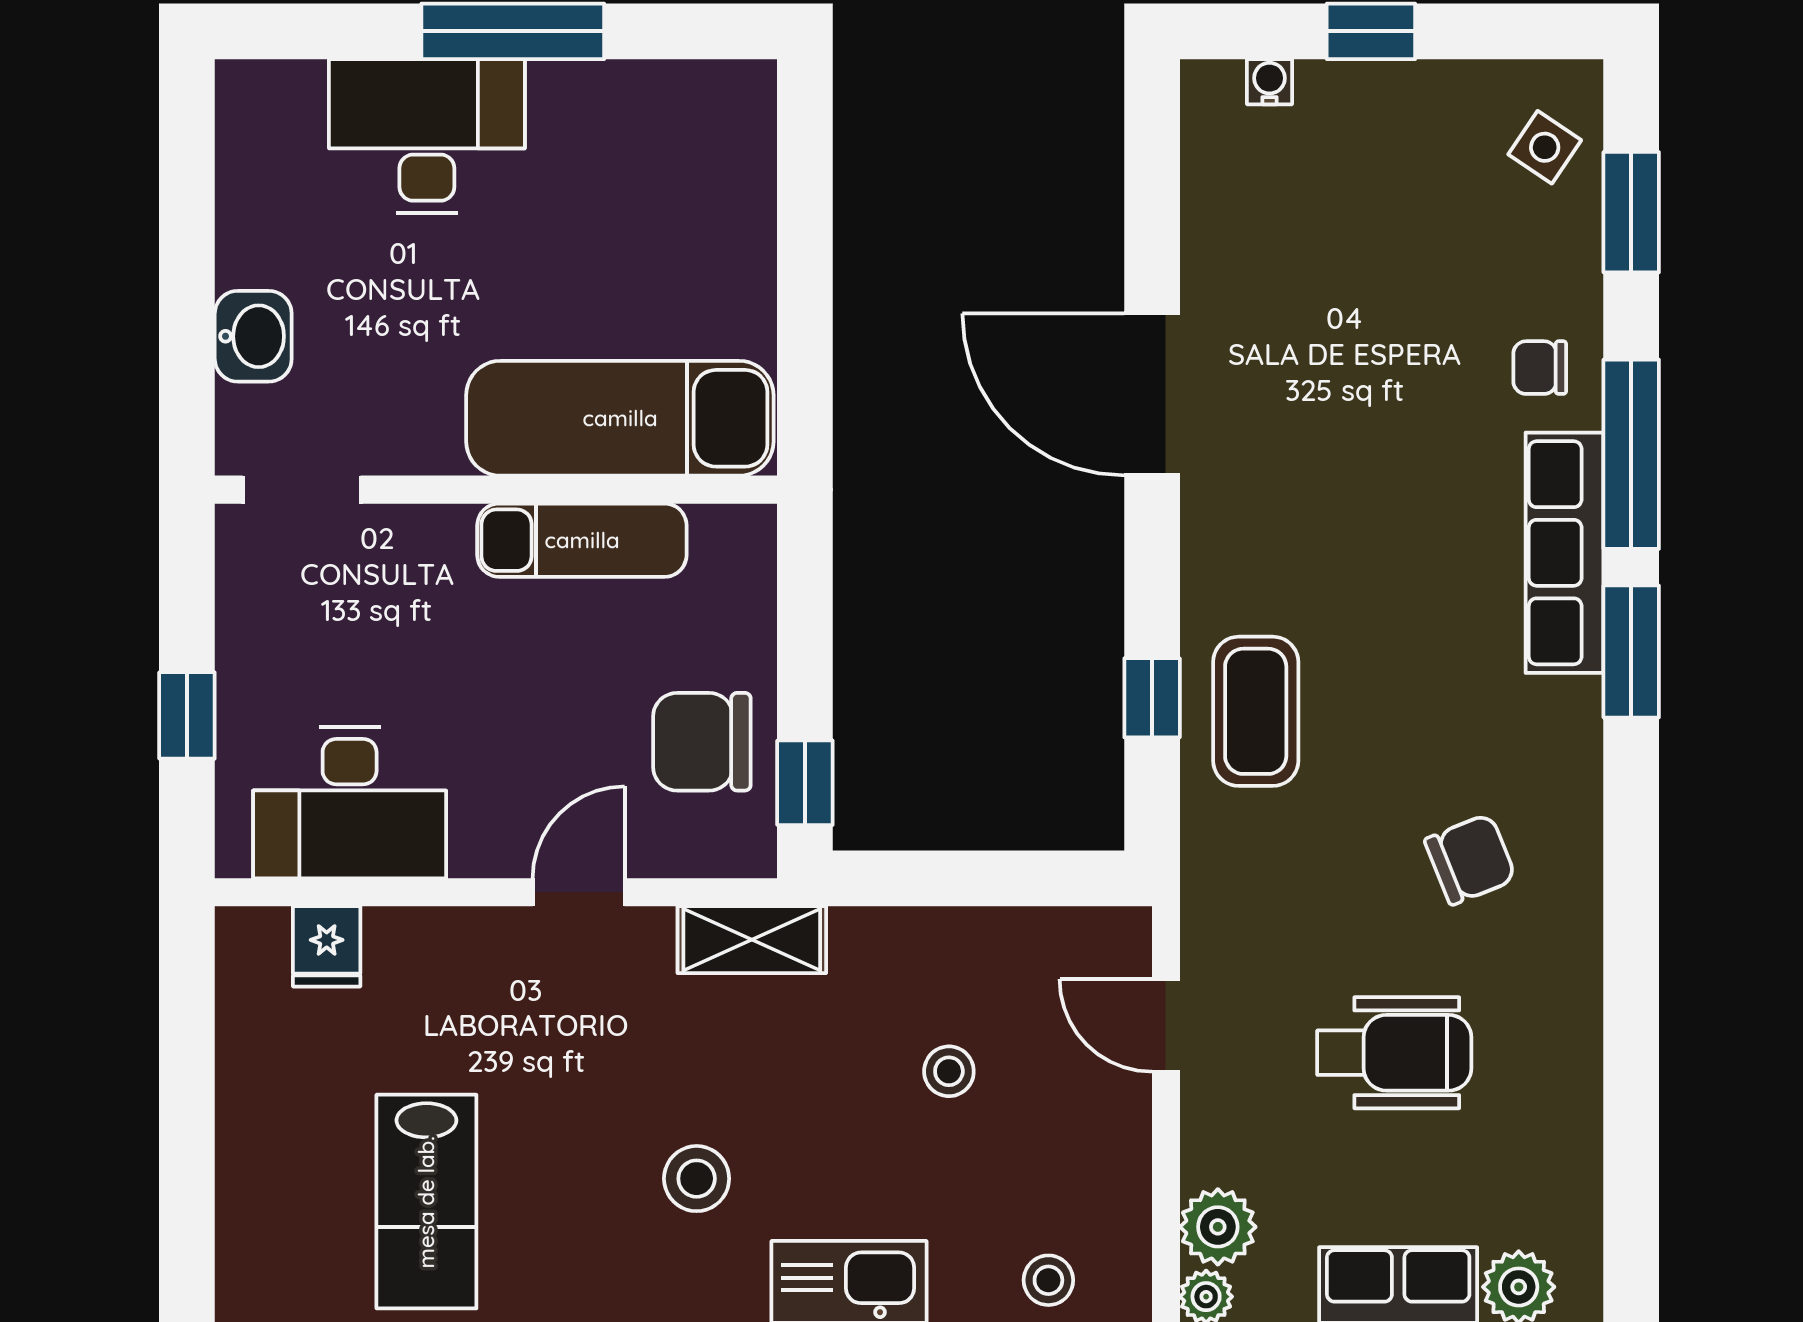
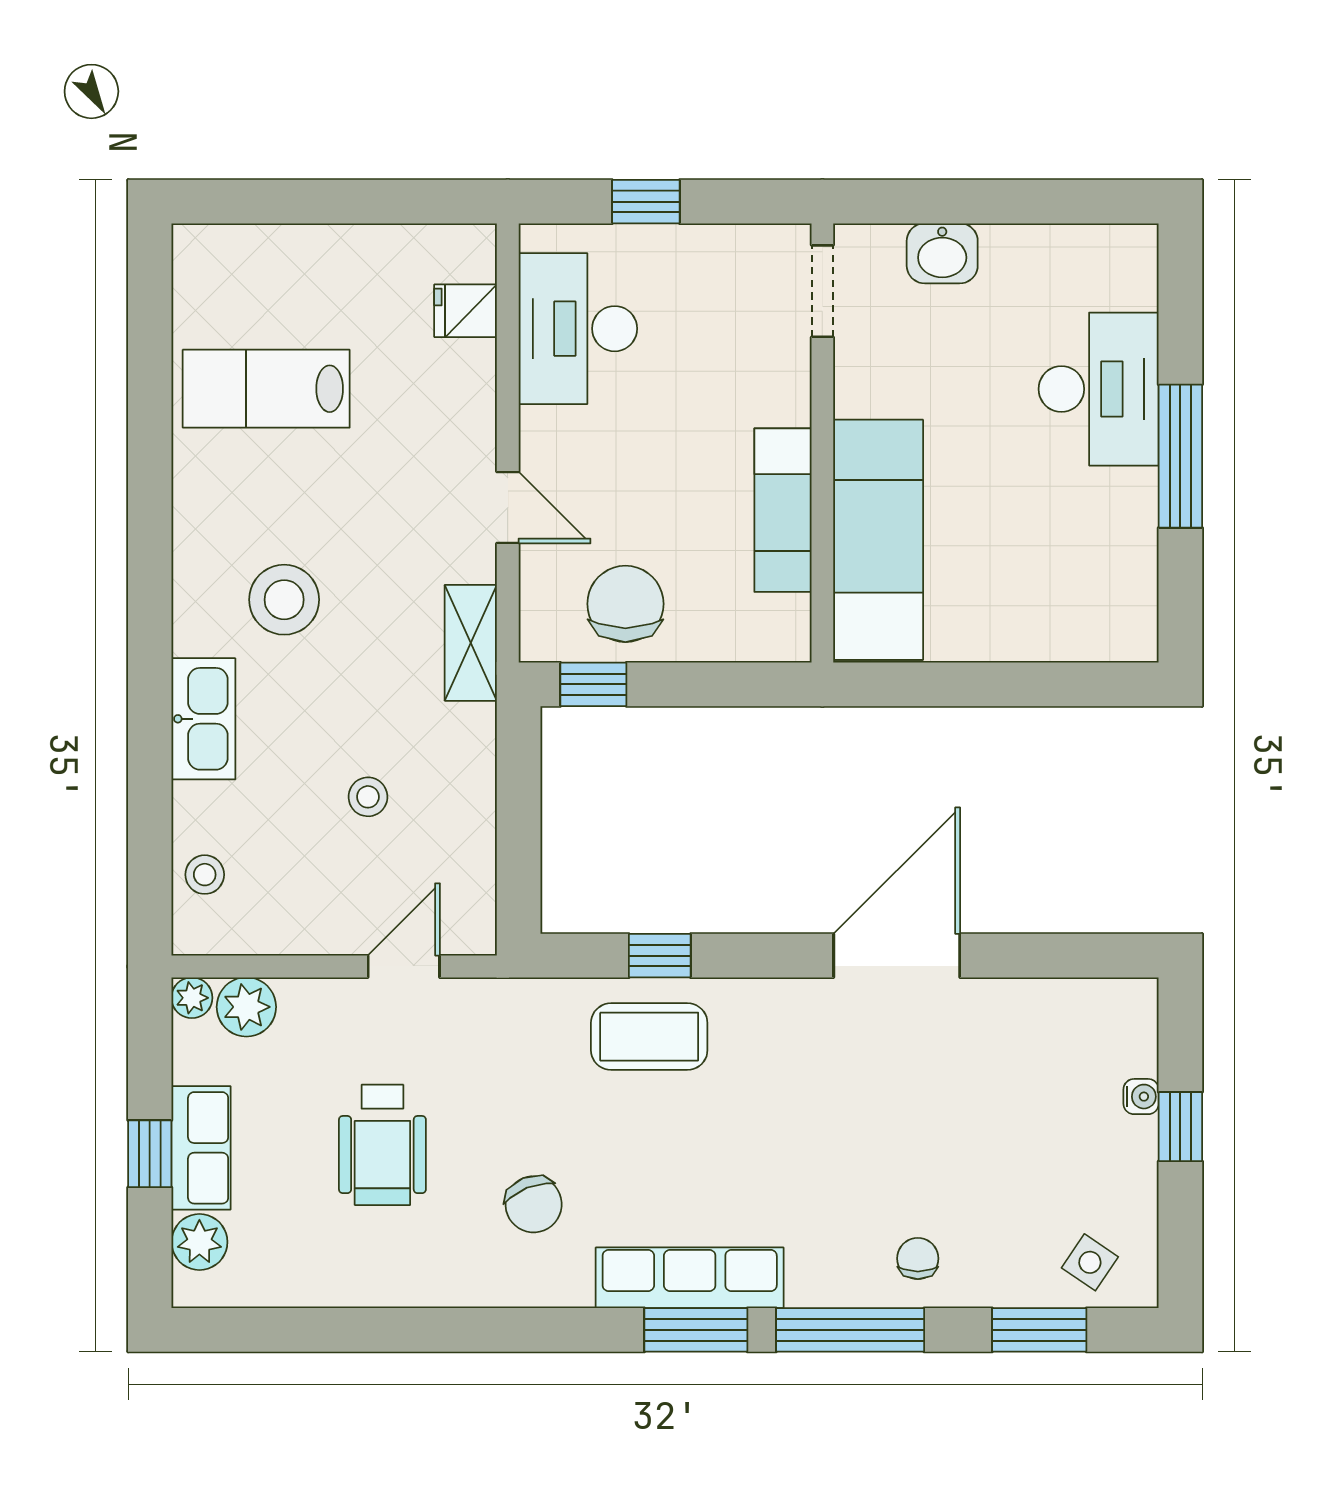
water cooler: (1269, 82) -> (1141, 1097), moved
row of seats: (1564, 553) -> (690, 1278), moved
stool: (697, 1179) -> (284, 600), width x1.38, depth x1.38

